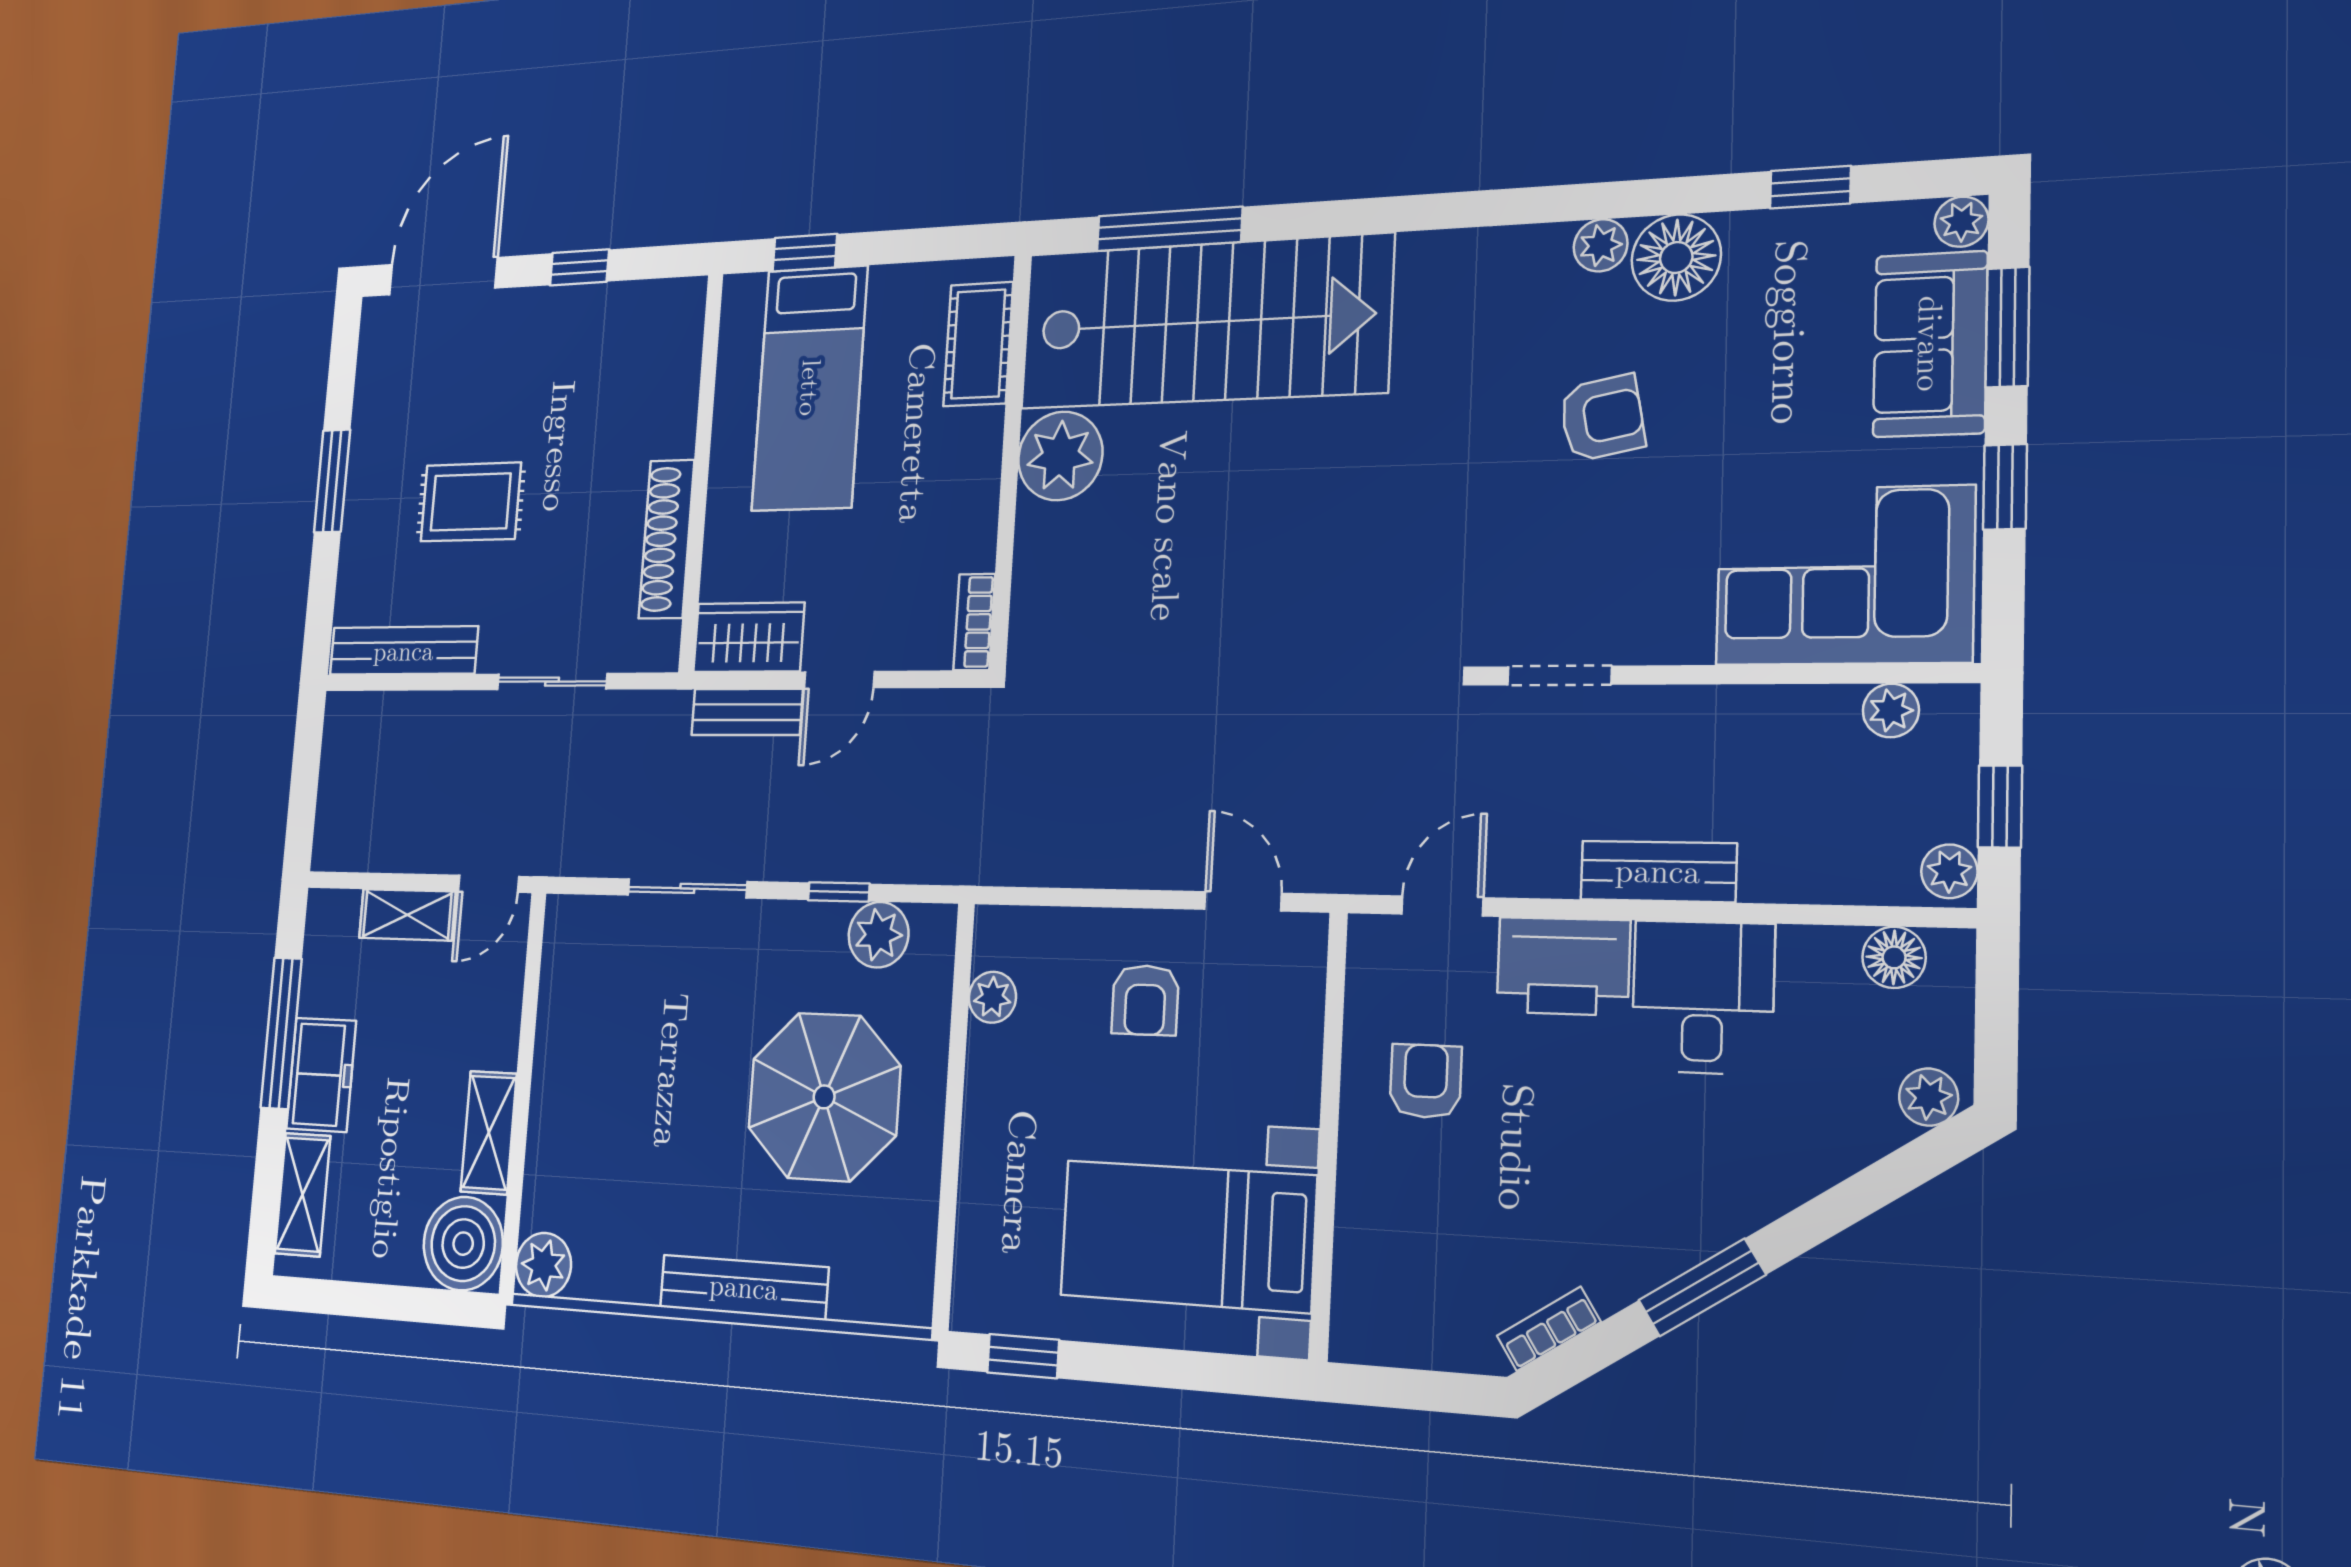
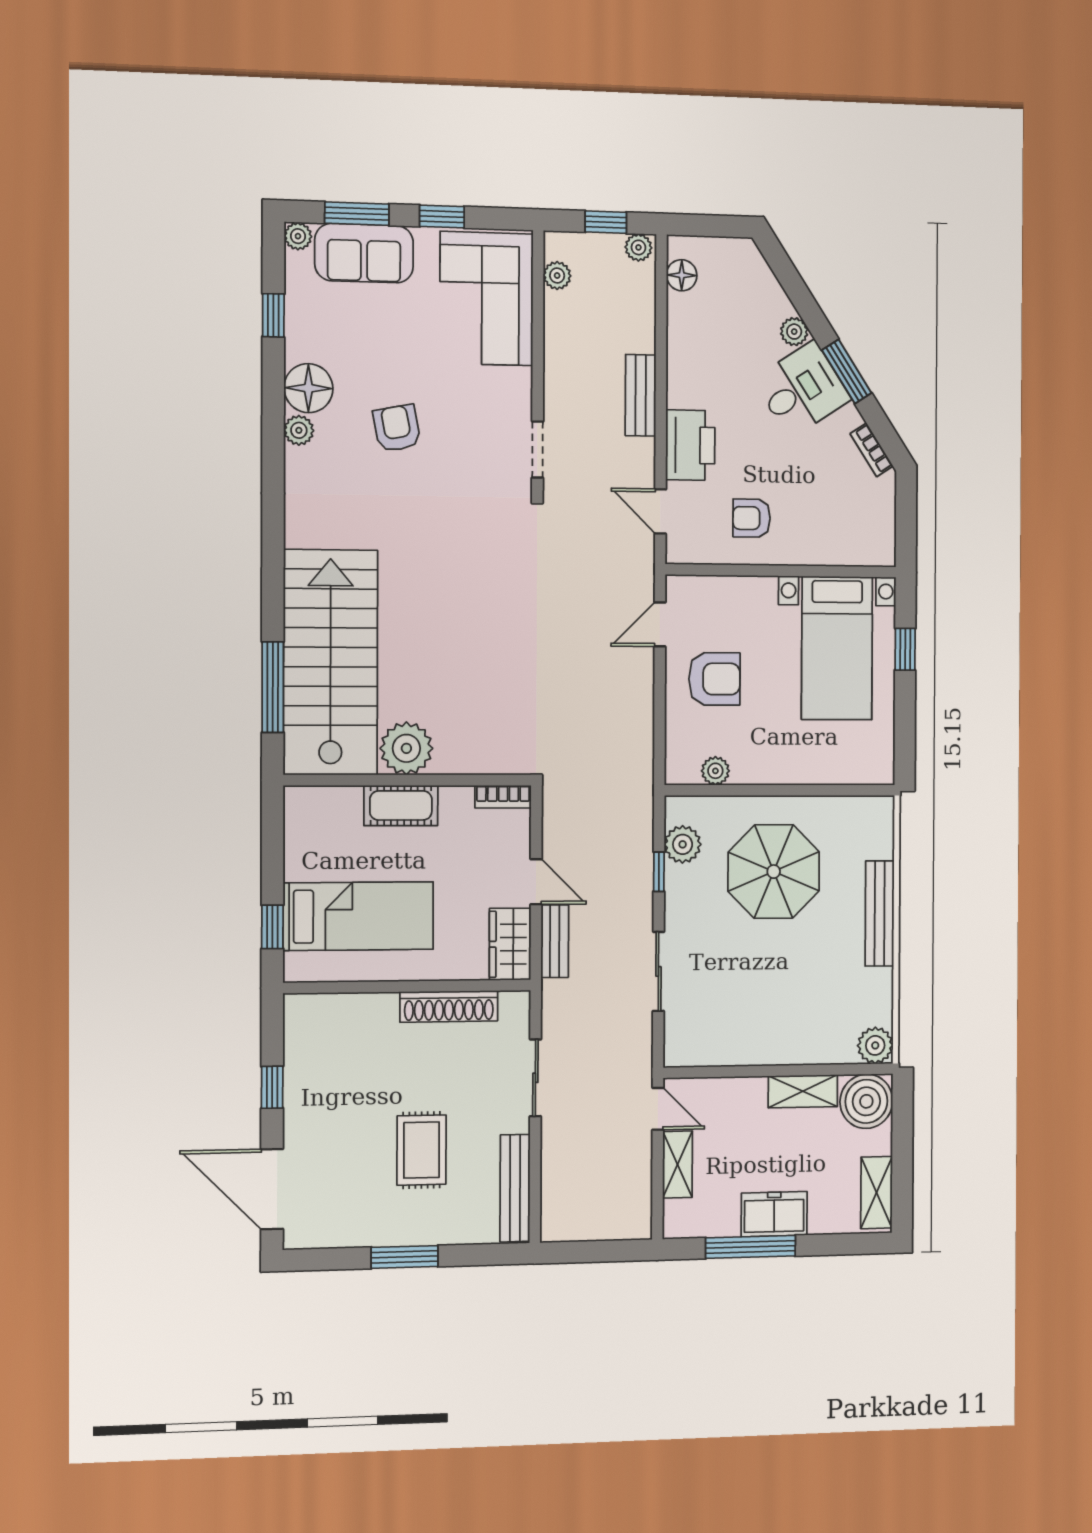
cot: (978, 344) -> (401, 805), moved
desk: (1703, 997) -> (802, 389), moved, turned 147
armchair: (1145, 1000) -> (714, 679), width x1.38, depth x1.38
plant: (1929, 1097) -> (794, 332), moved
shelving: (303, 1195) -> (877, 1193), moved, turned 90
window: (1023, 1356) -> (905, 649), moved

